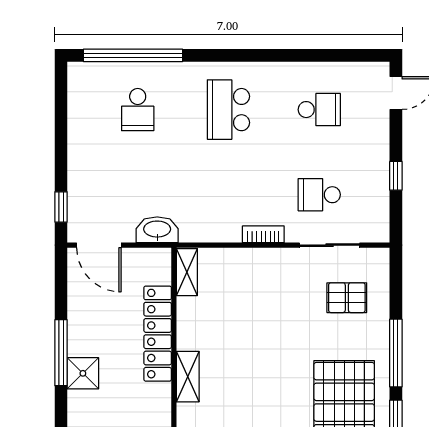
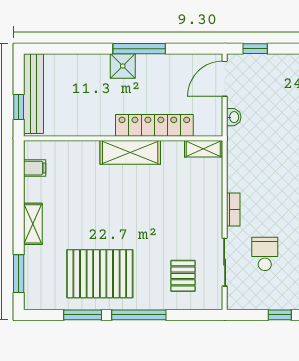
washbasin: (157, 230) -> (234, 117), width x0.52, depth x0.69
shelving: (188, 377) -> (130, 152), width x1.50, depth x1.33

